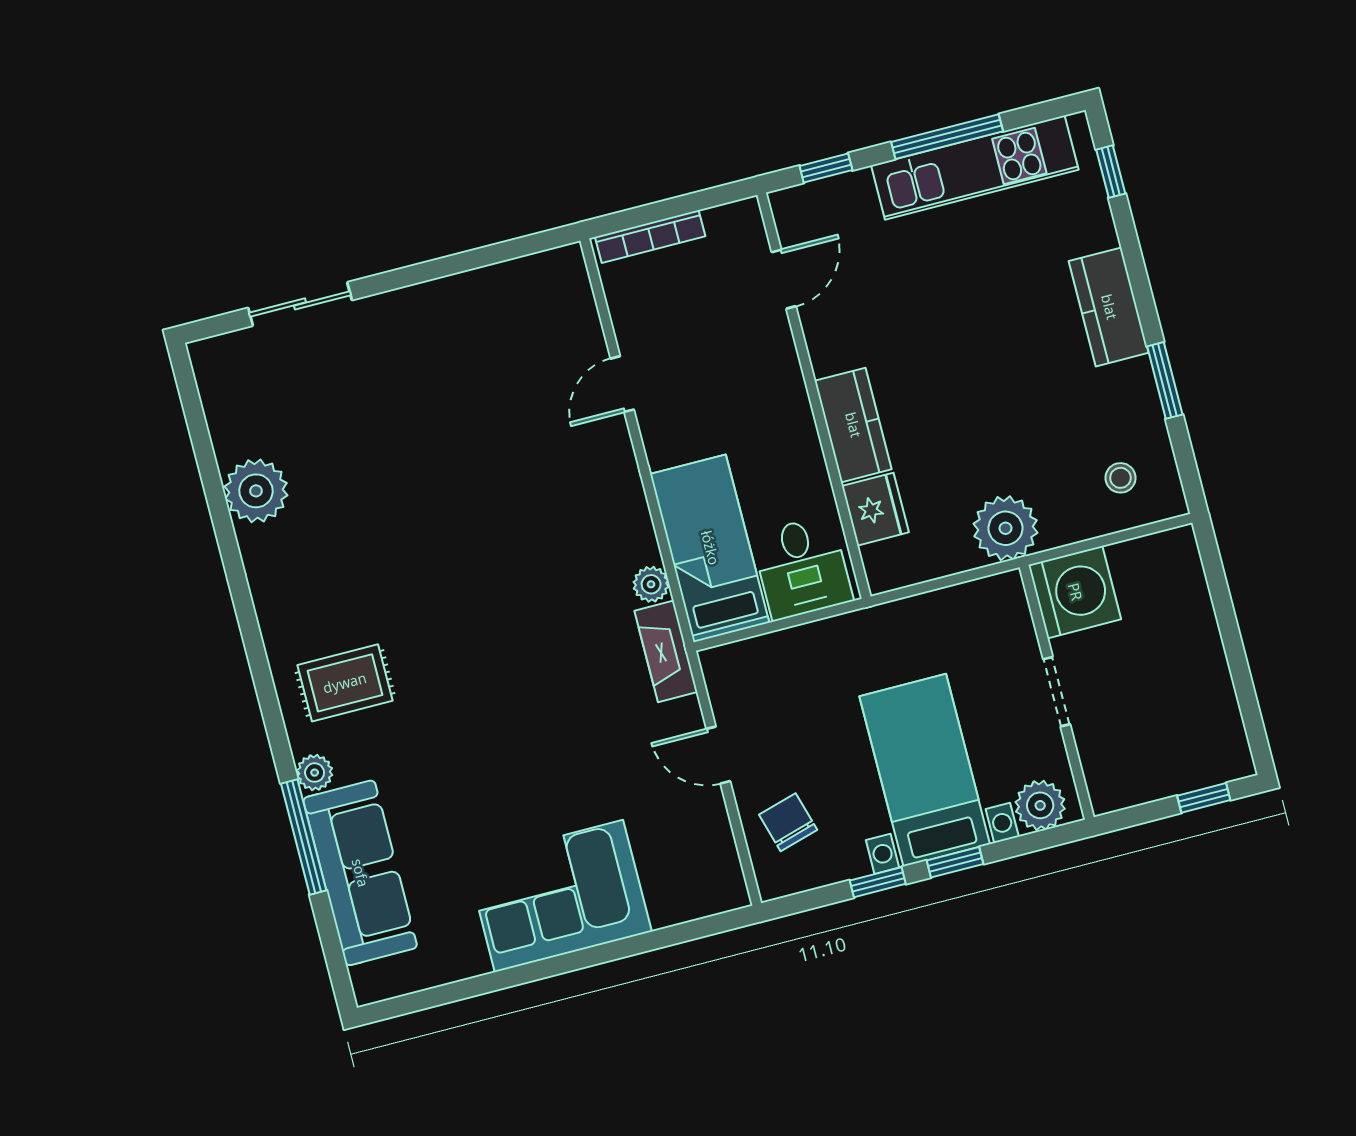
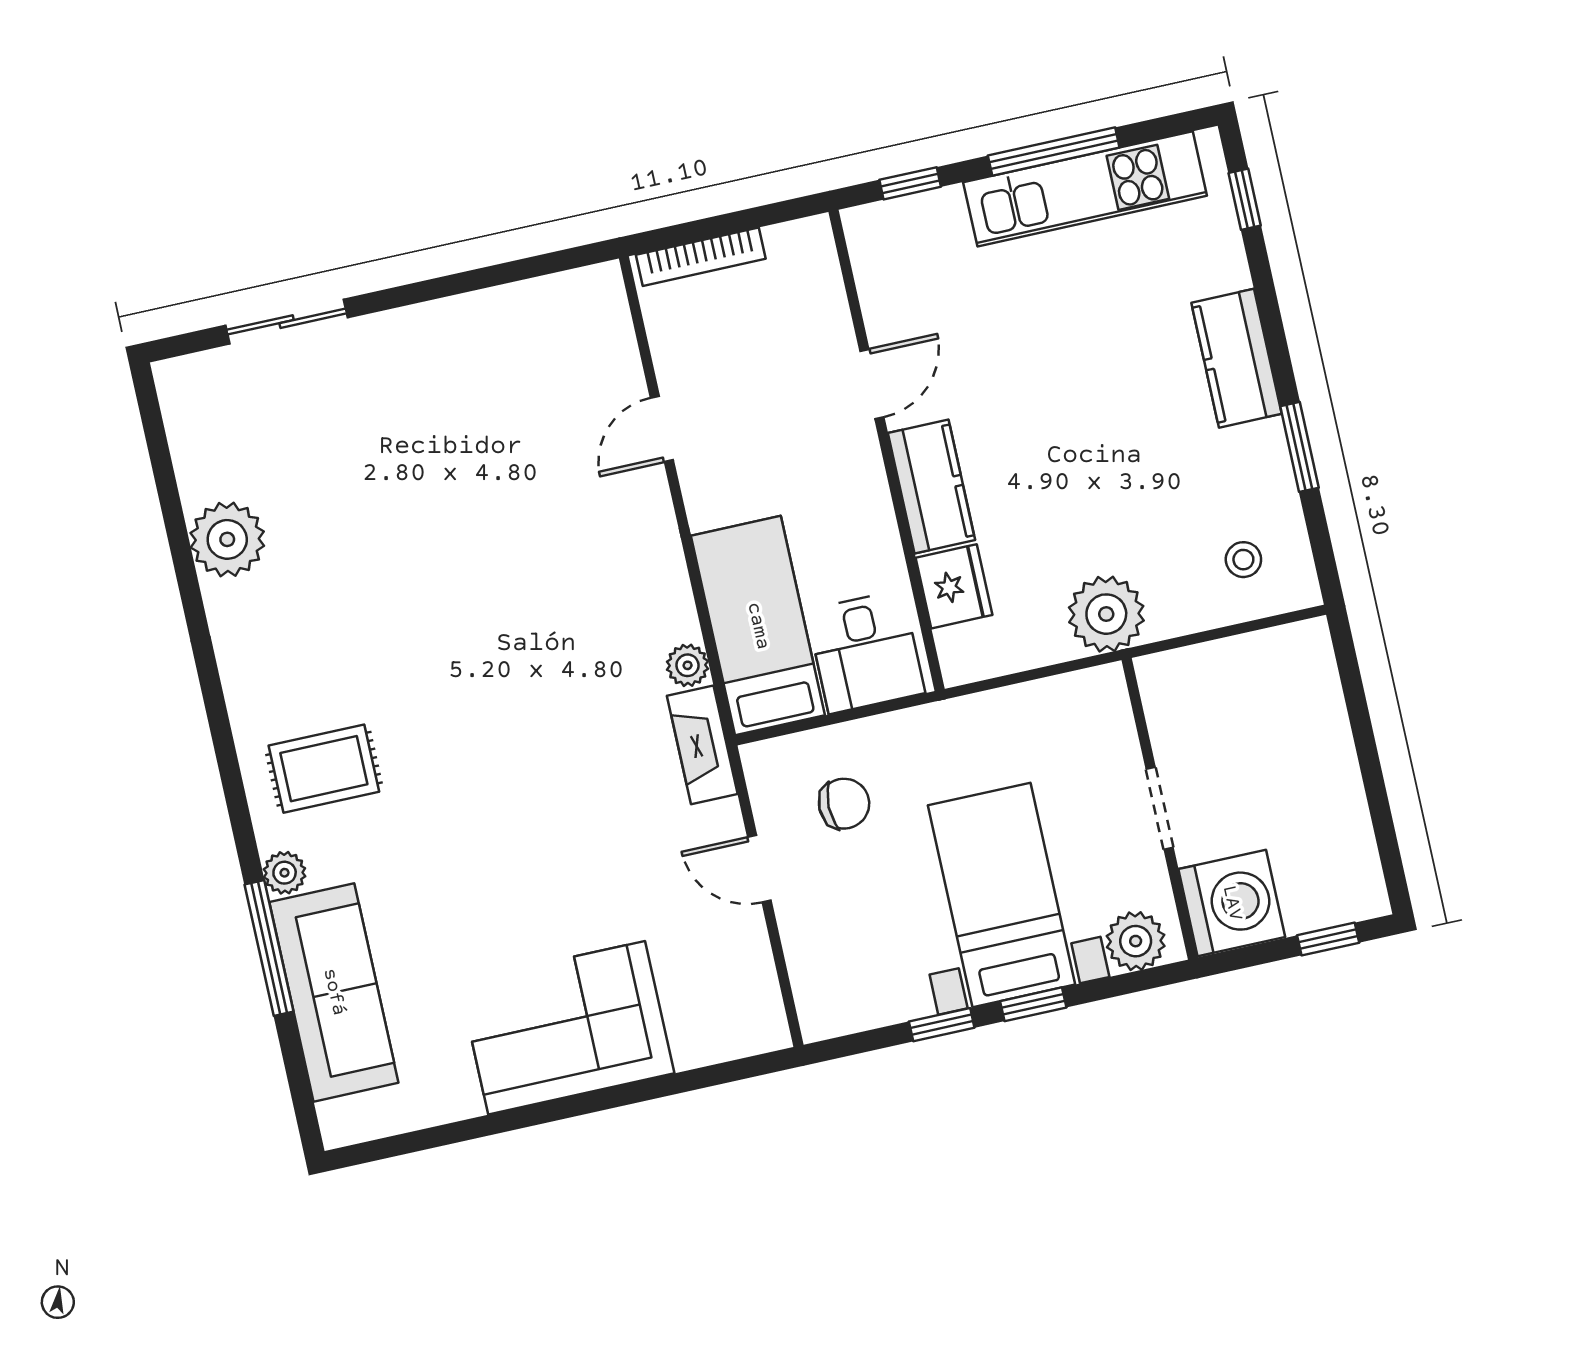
door: (784, 279) -> (872, 384), moved
washing machine: (1075, 592) -> (1232, 903), moved
chair: (788, 822) -> (844, 804), moved, turned 106

